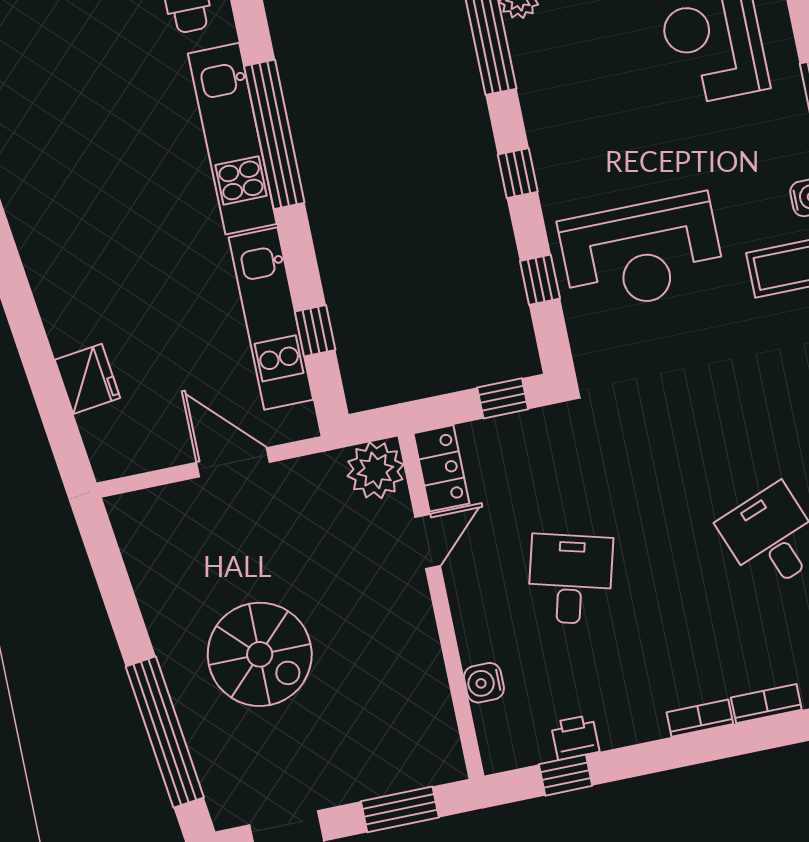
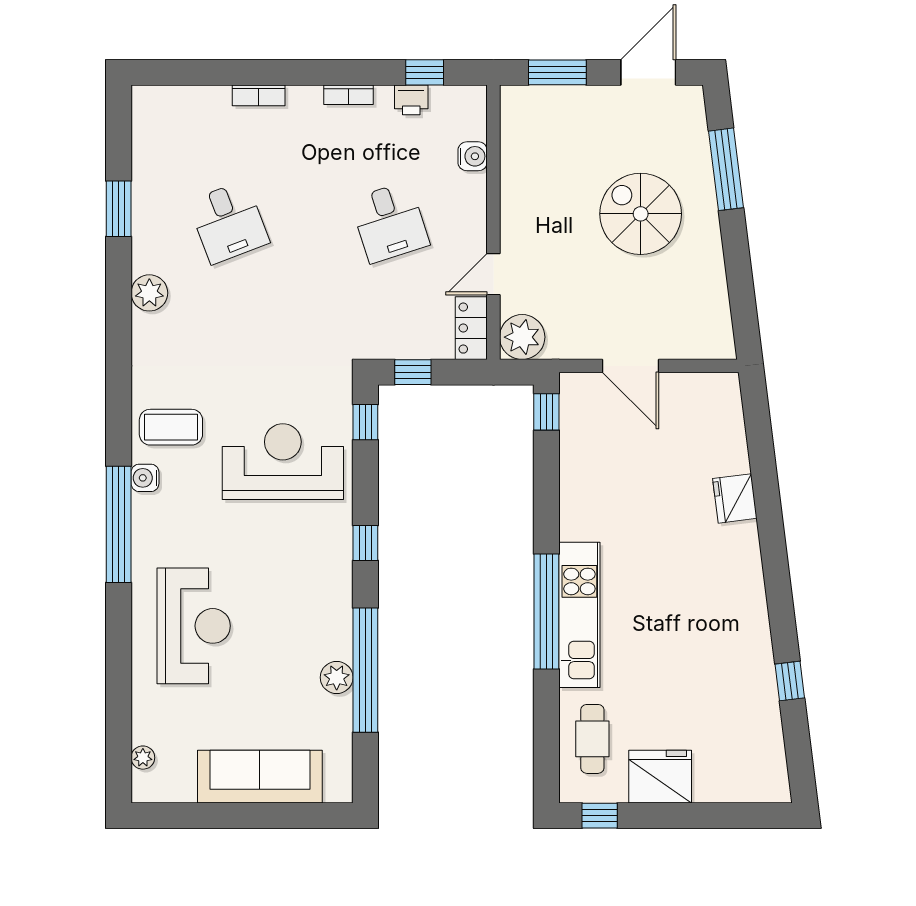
window: (540, 280) -> (365, 422), moved
kitchen unit: (271, 319) -> (578, 470), removed
window: (315, 331) -> (546, 412), moved
fridge: (87, 379) -> (735, 498), moved
desk: (570, 579) -> (390, 222), turned -33
bookcase: (700, 718) -> (349, 95), moved
window: (165, 732) -> (726, 169), width x0.68

